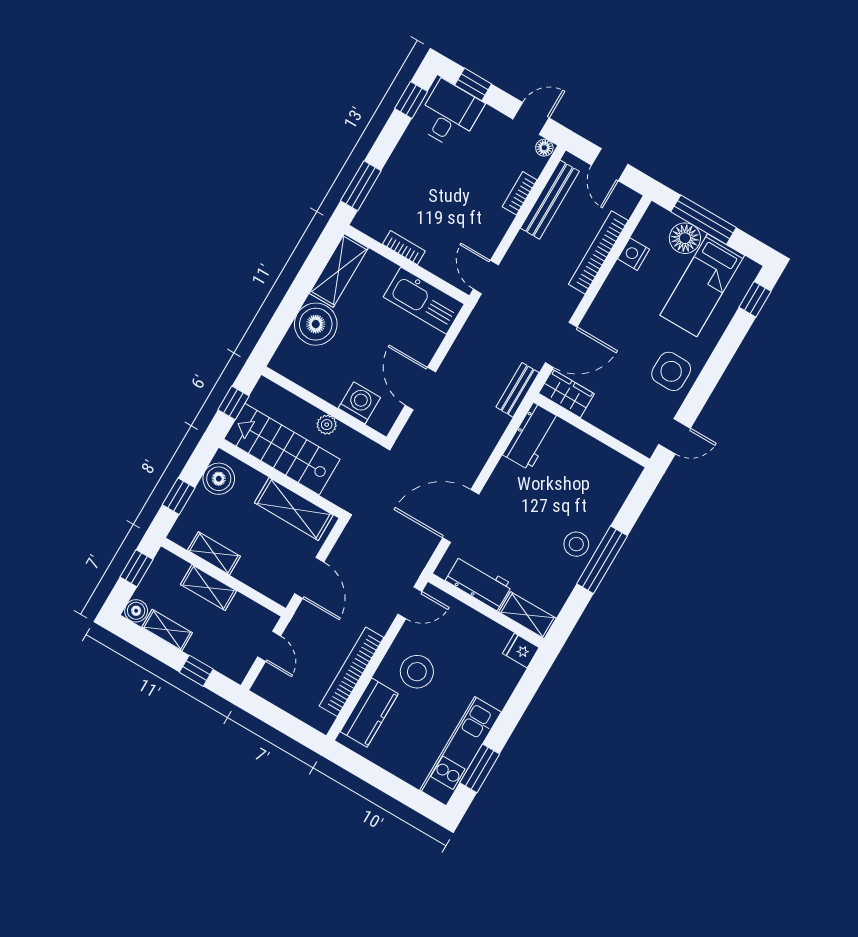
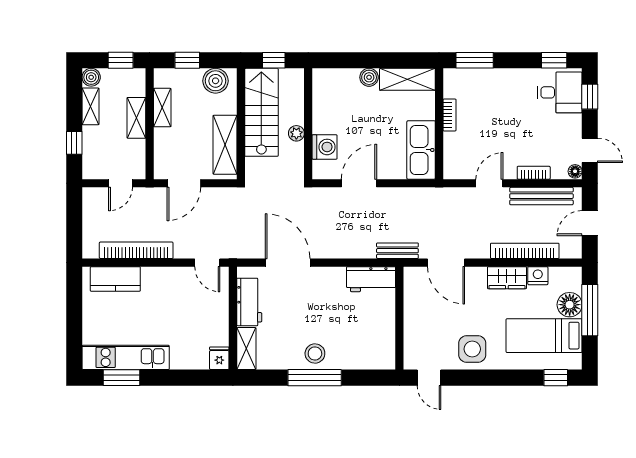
door: (486, 277) -> (489, 183), moved
boiler: (316, 324) -> (369, 77), width x0.54, depth x0.54
wardrobe: (566, 394) -> (507, 278), moved, turned 90
stool: (417, 672) -> (163, 295), removed

